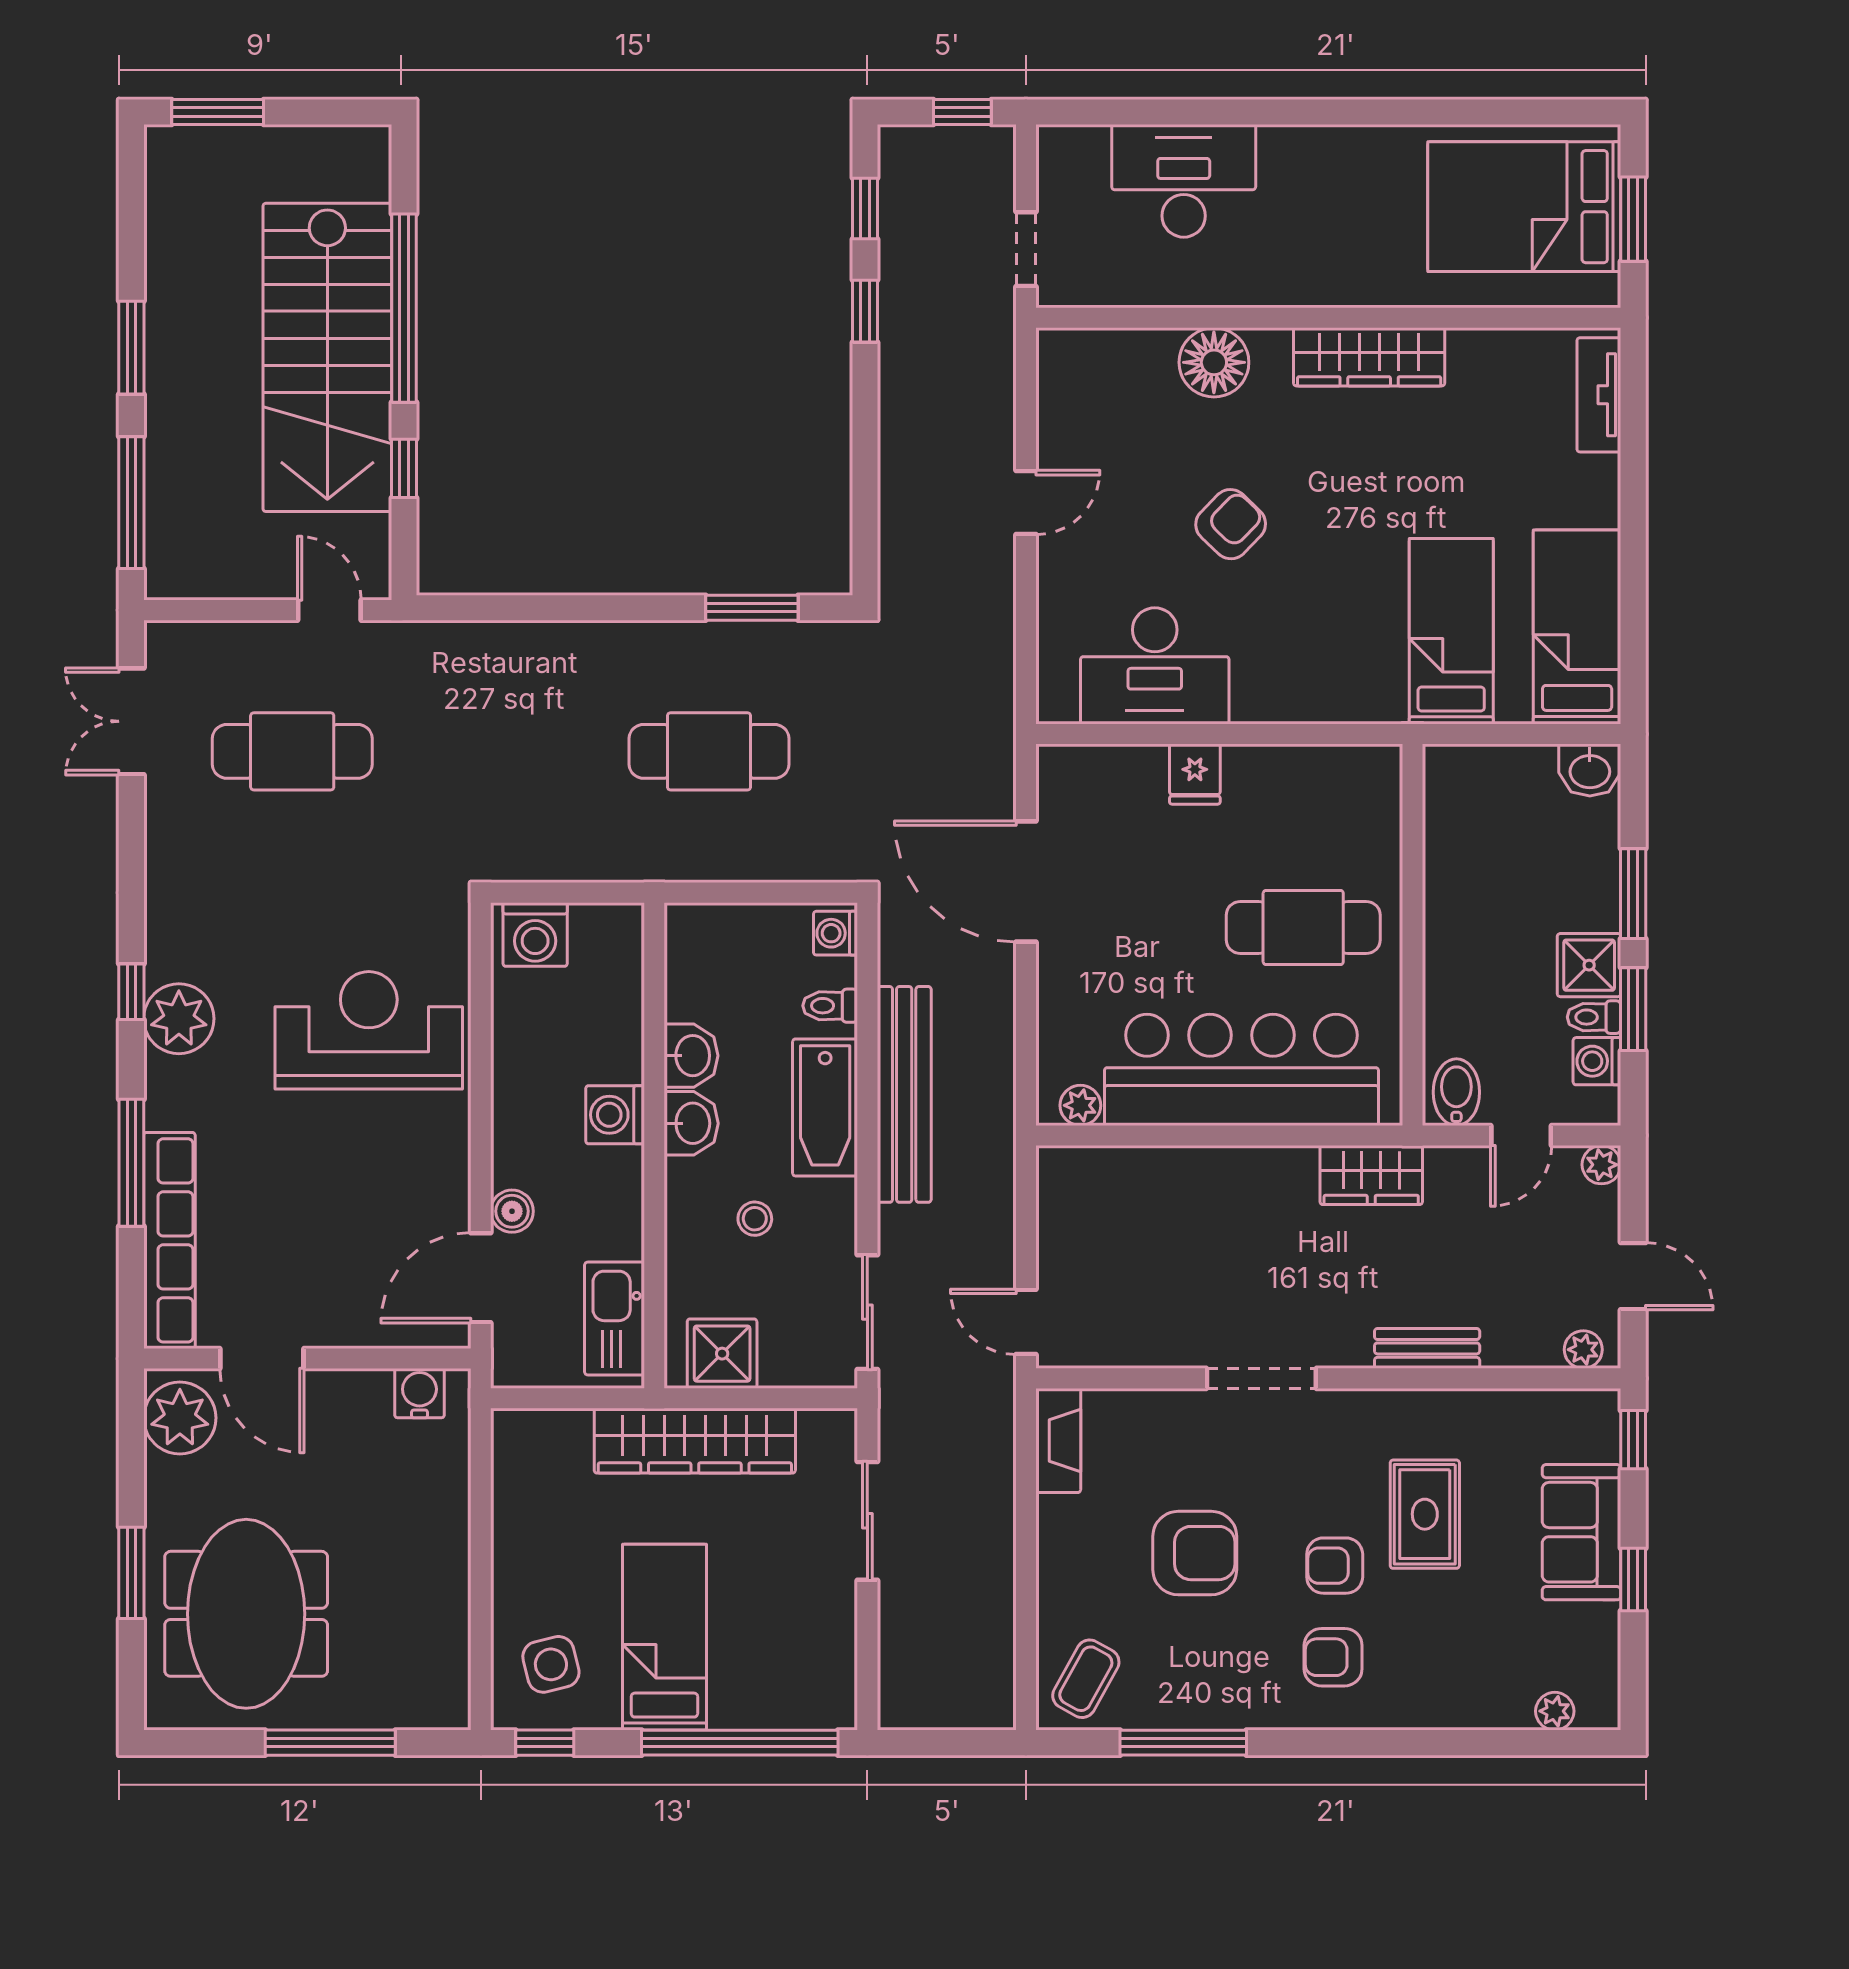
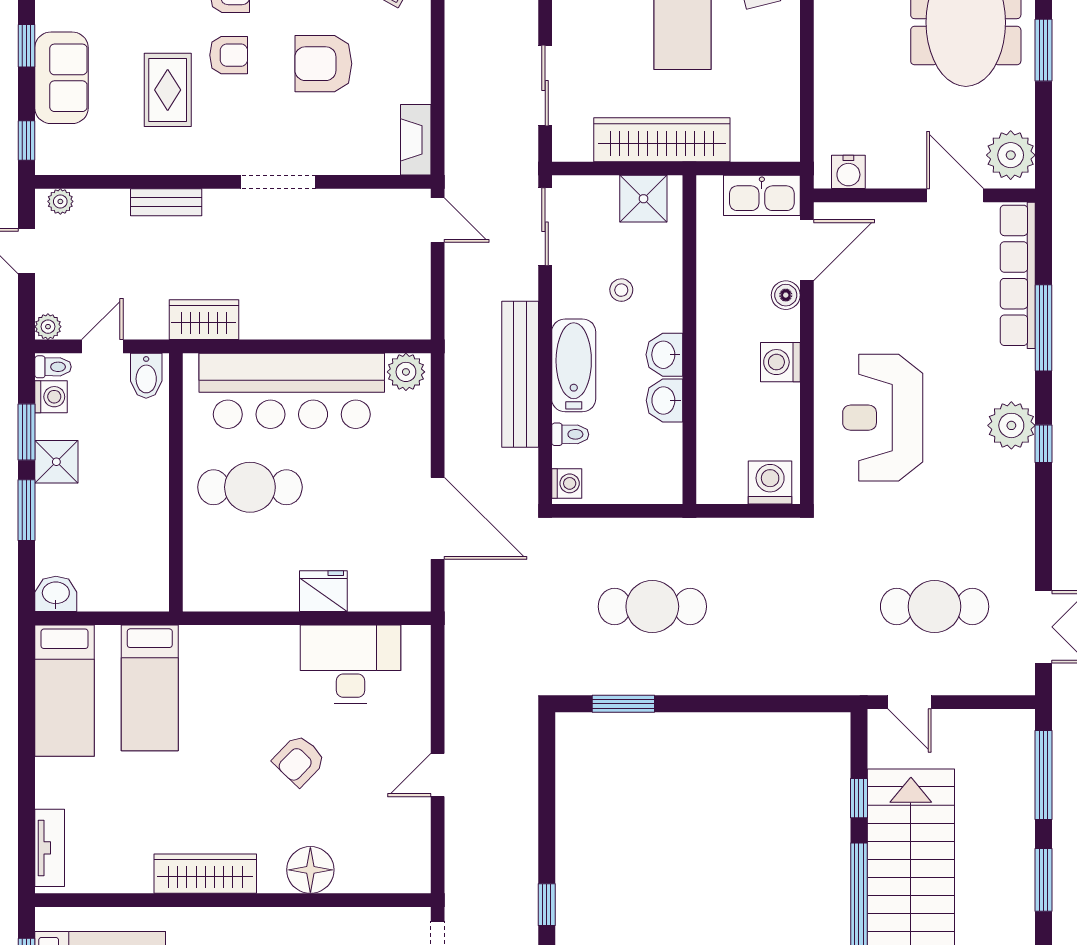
fridge: (1195, 774) -> (323, 591), width x1.38
toilet: (1594, 1017) -> (53, 367), moved
reception desk: (369, 1030) -> (883, 418), turned 90
plant: (1080, 1105) -> (406, 372), width x1.38, depth x1.38
washing machine: (615, 1115) -> (780, 362), moved, turned 180
kitchen sink: (615, 1319) -> (762, 195), moved, turned 90

